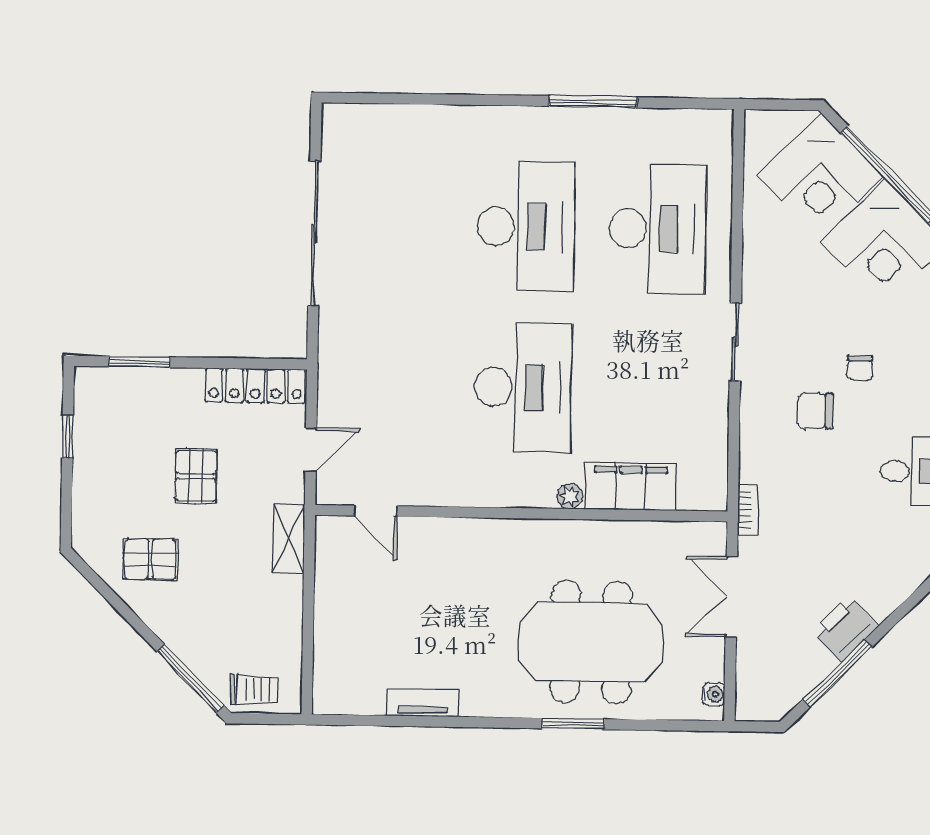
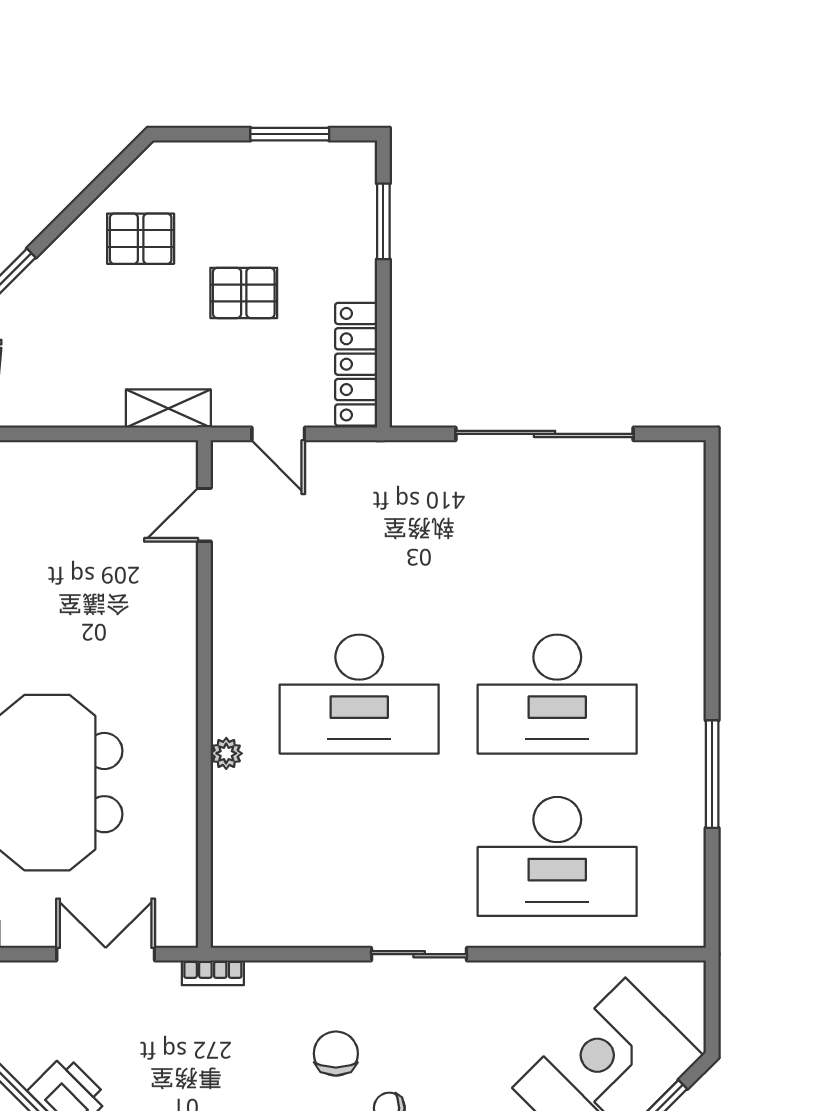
window: (68, 437) -> (290, 134), width x1.50
filing cabinet: (631, 486) -> (240, 828), removed
pallet: (151, 559) -> (141, 239), turned 90

